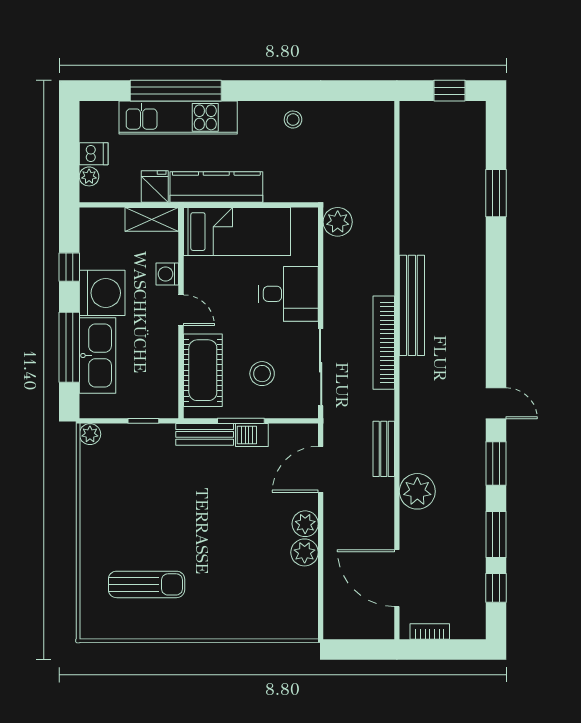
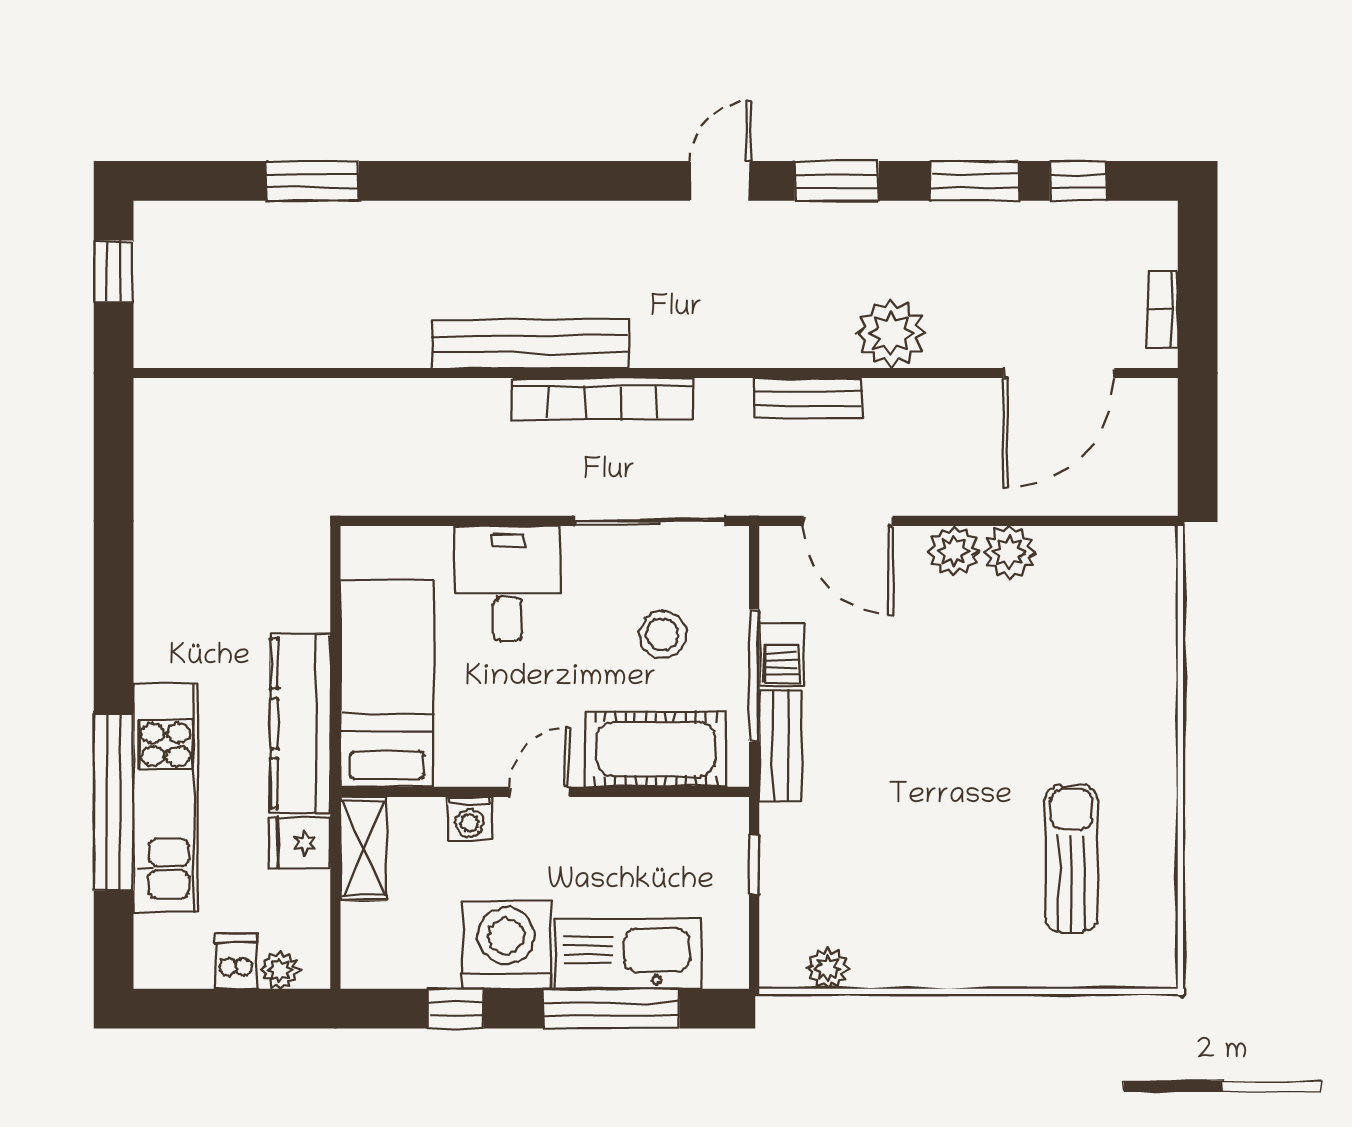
stool: (293, 120) -> (170, 574), removed
plant: (338, 222) -> (368, 488), removed
window: (241, 421) -> (754, 676), width x1.44
plant: (90, 434) -> (828, 968), moved

